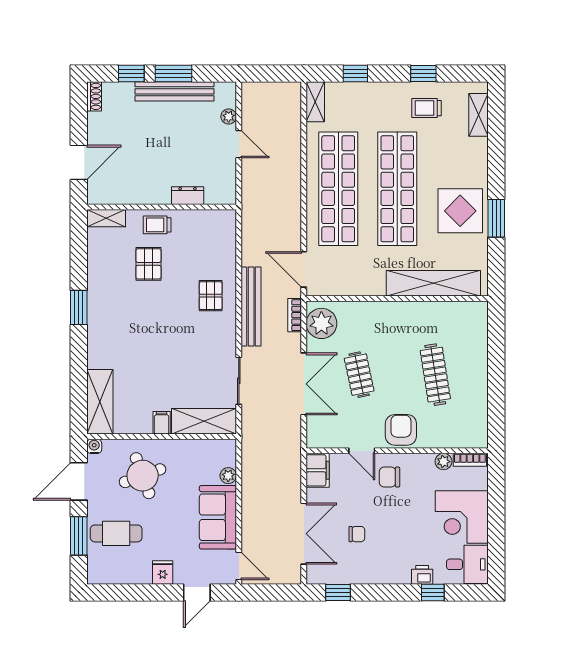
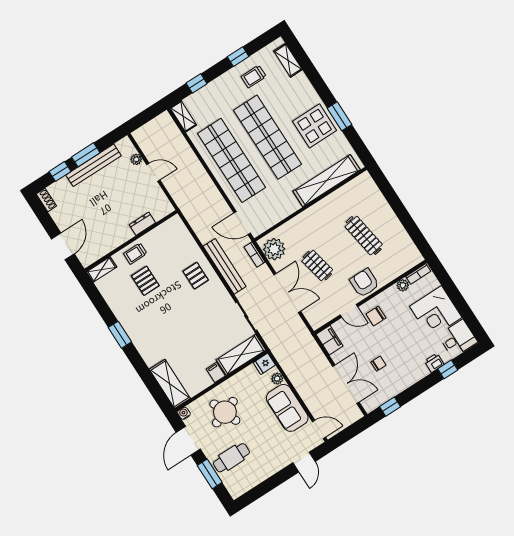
fridge: (163, 572) -> (264, 364), moved, turned -90

